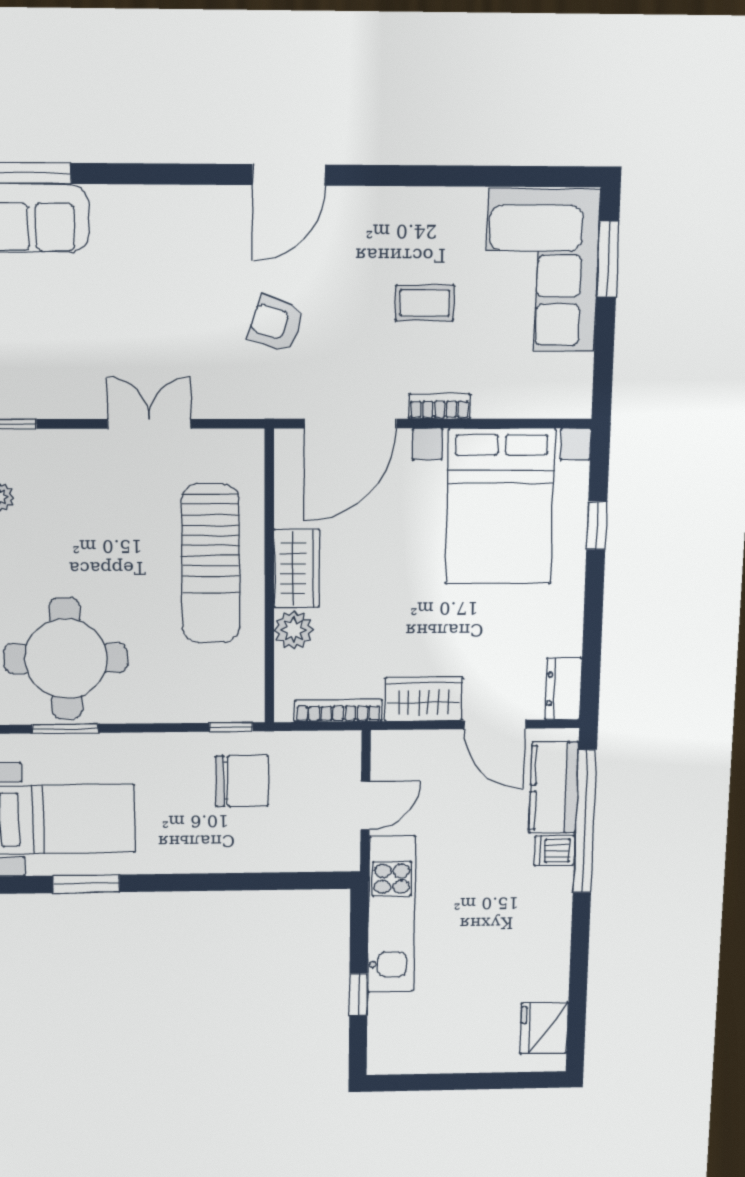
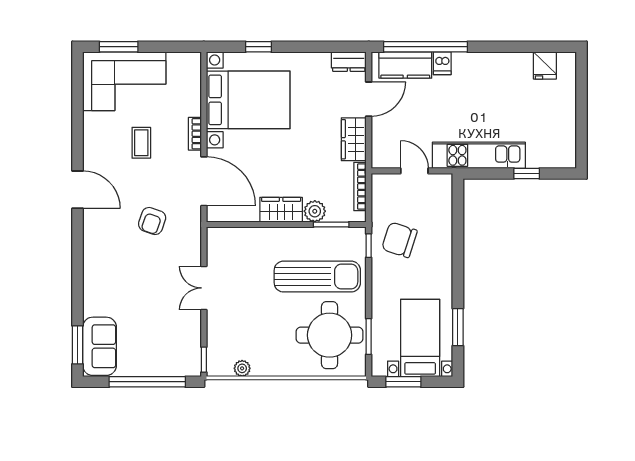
door: (289, 175) -> (78, 190), moved
sun lounger: (211, 564) -> (317, 277), moved
window: (269, 660) -> (331, 224), added
chair: (242, 781) -> (399, 240), turned -72
fridge: (544, 1028) -> (545, 65), width x0.72

